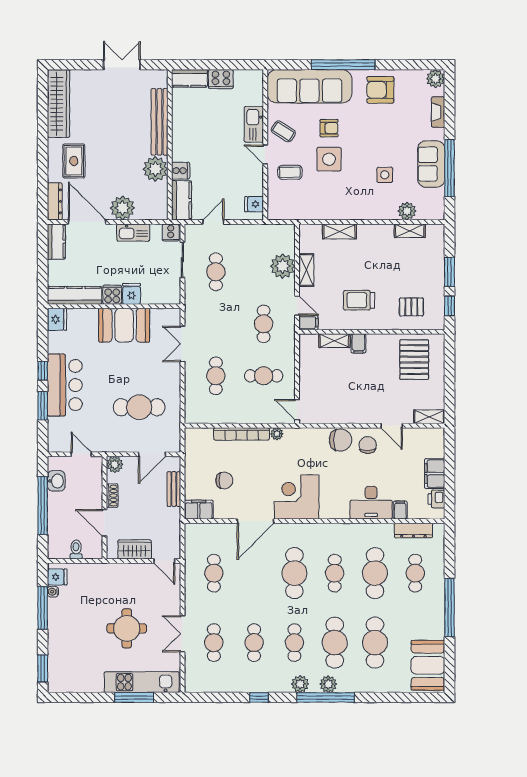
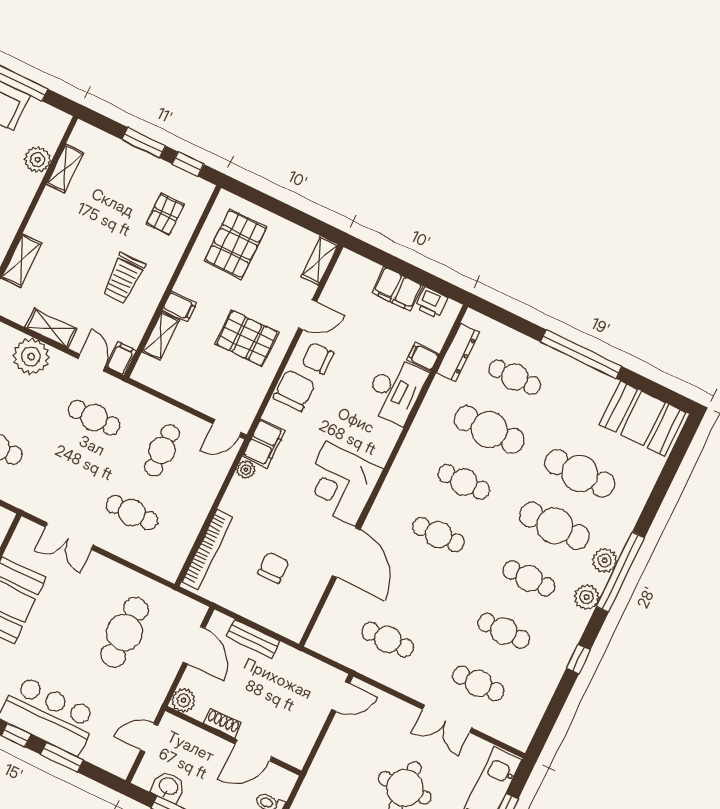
door: (297, 306) -> (91, 363), hinge flipped
pallet: (414, 360) -> (236, 244), turned 90
pallet: (359, 395) -> (247, 338), added
bookcase: (242, 434) -> (207, 549), moved
filing cabinet: (199, 510) -> (264, 443), moved, turned 180
wardrobe: (135, 549) -> (307, 728), removed
cafe table: (294, 573) -> (438, 535), width x0.73, depth x0.74

